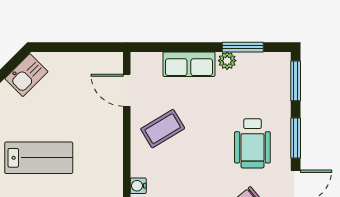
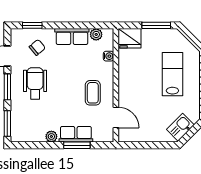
window: (243, 47) -> (77, 145), moved
coffee table: (163, 129) -> (93, 93), turned -59
lab bench: (39, 158) -> (172, 74), turned 90

